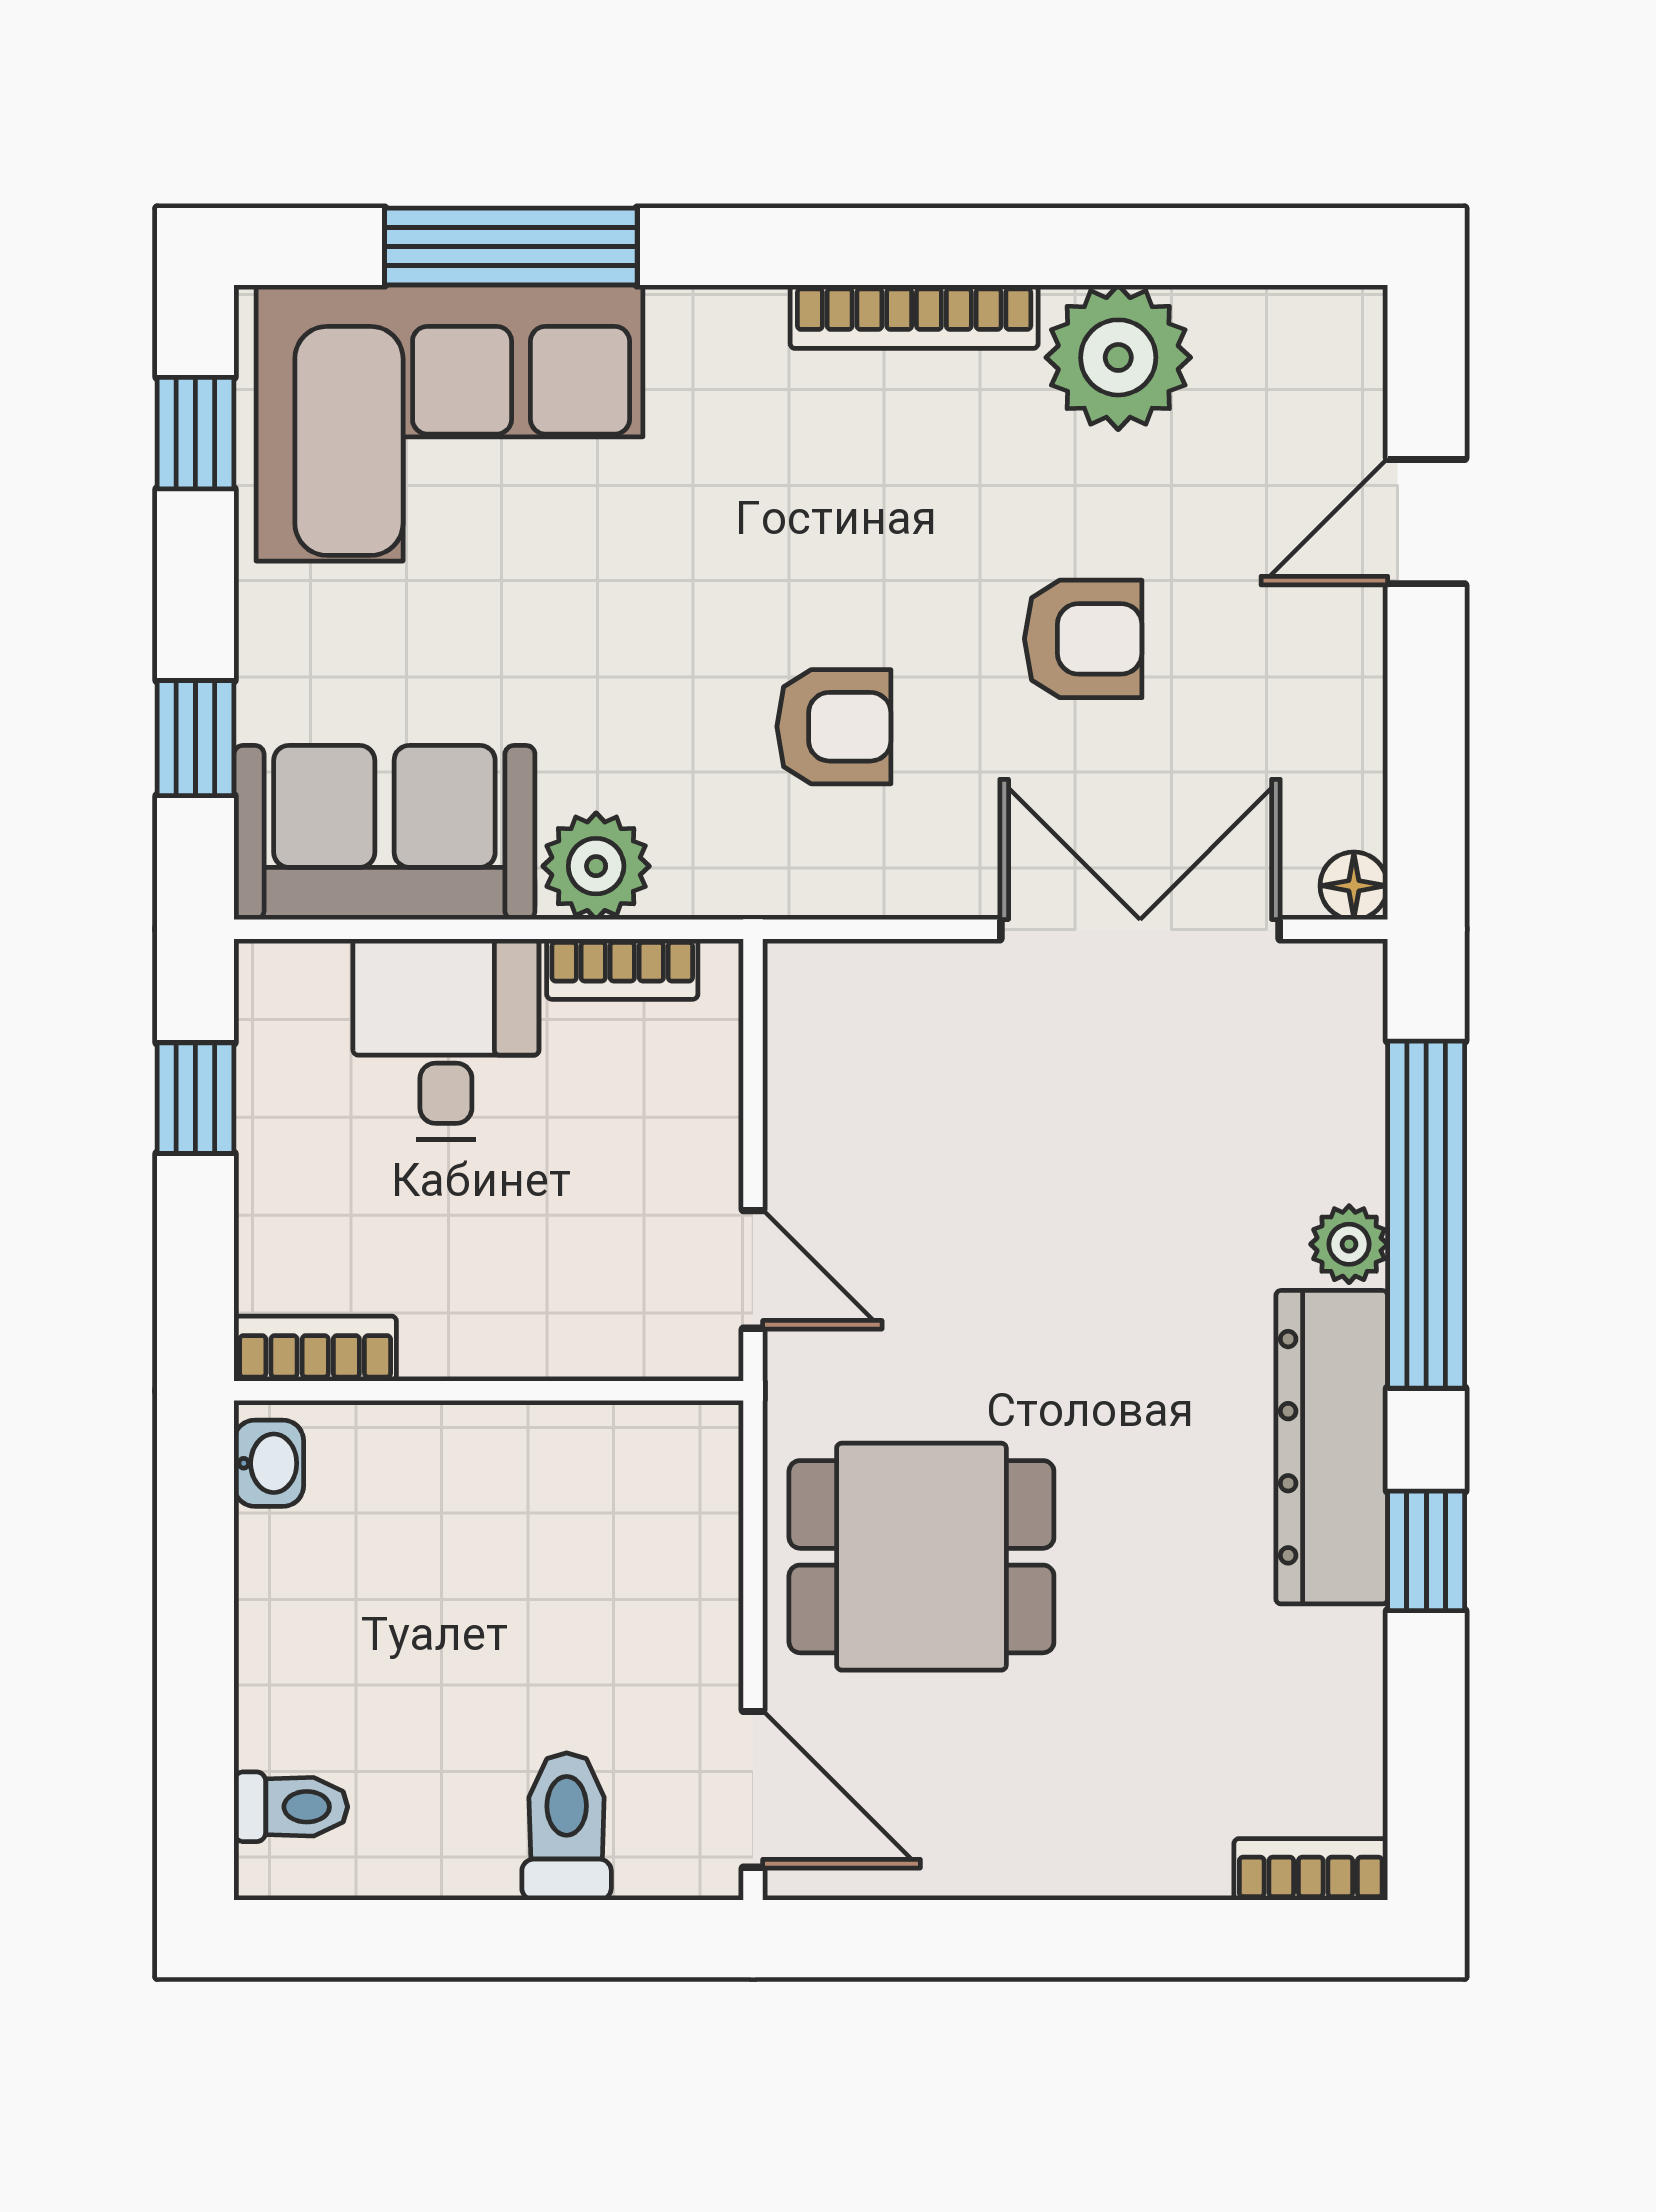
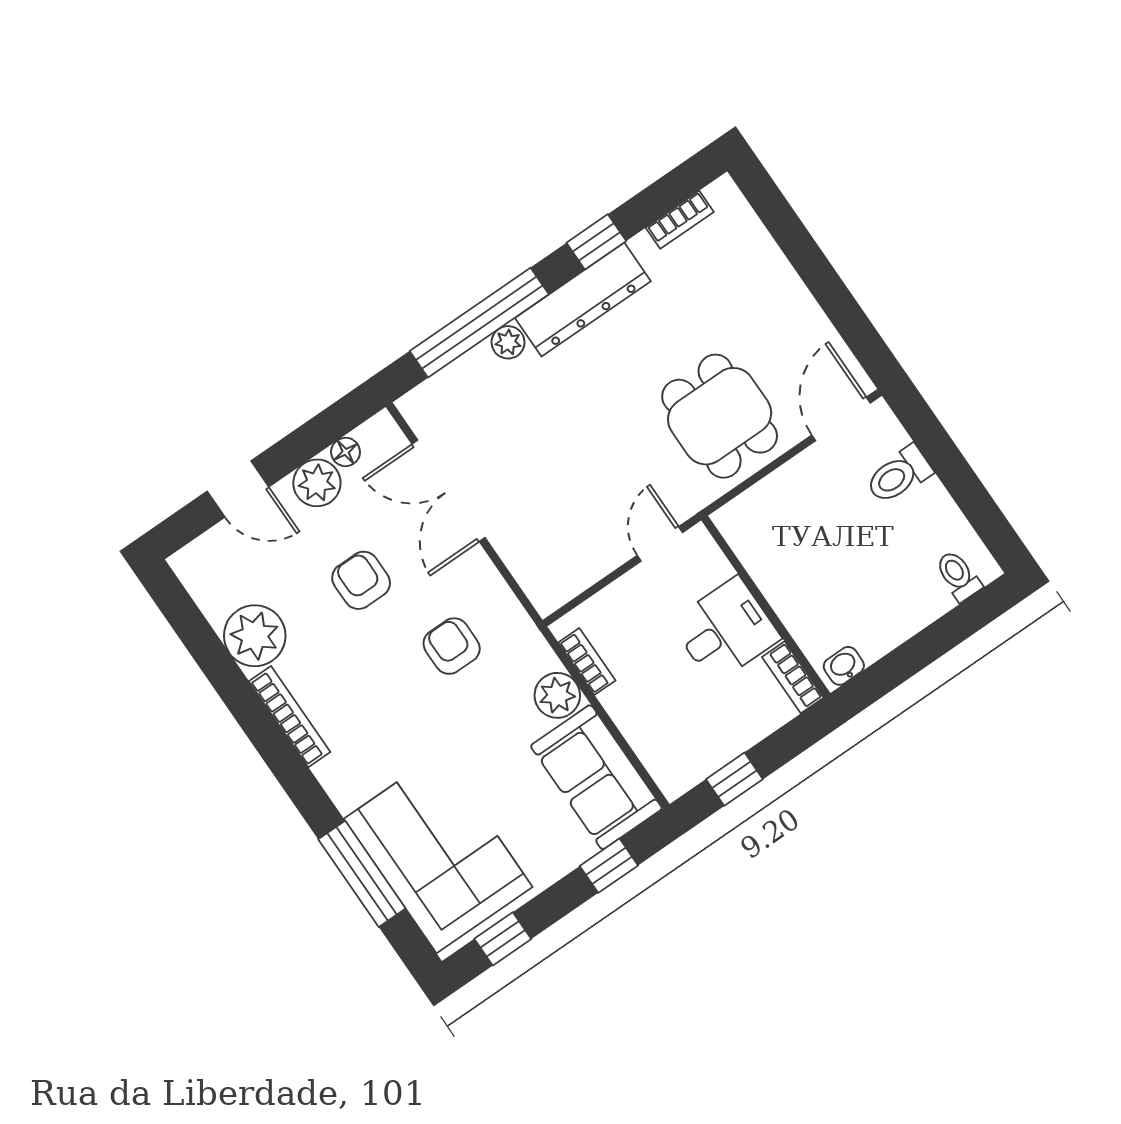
plant: (1332, 684) -> (317, 483), added
floor lamp: (1354, 886) -> (346, 452), moved
desk: (446, 1039) -> (725, 630), moved, turned 180
bookcase: (1311, 1869) -> (680, 220), moved, turned -90

